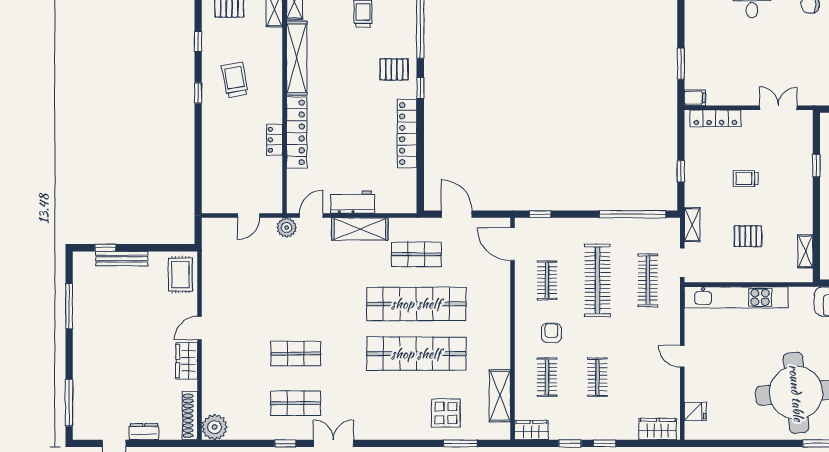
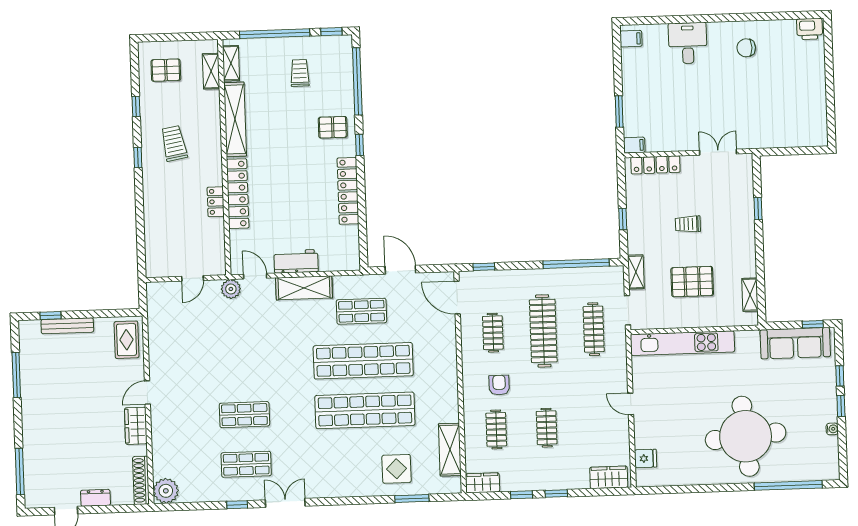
door: (311, 216) -> (255, 276), hinge flipped
pallet: (748, 236) -> (692, 282), width x1.50, depth x1.42

